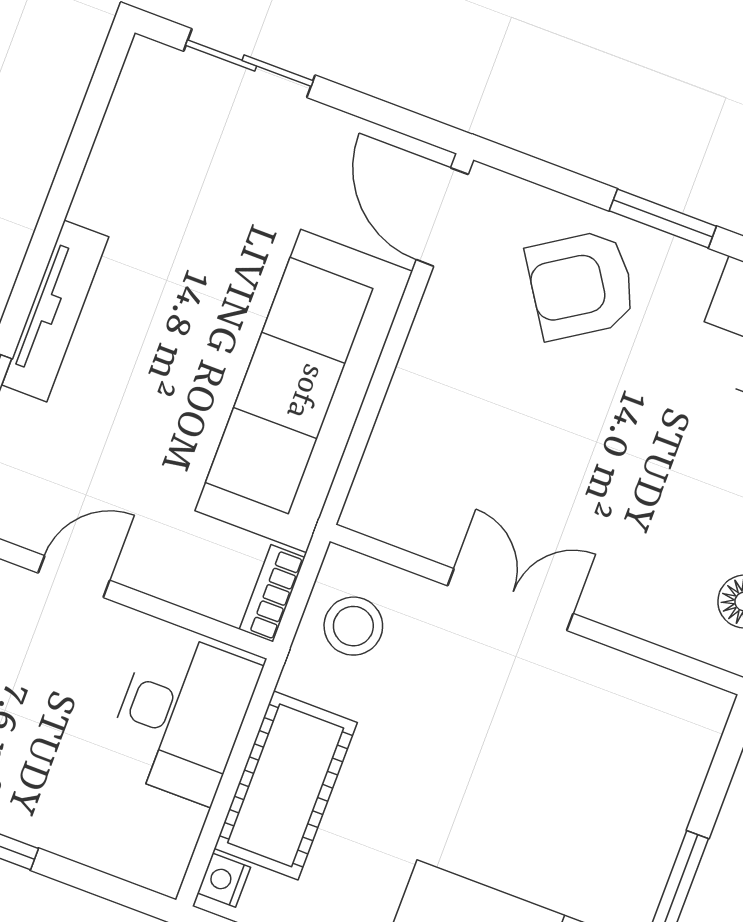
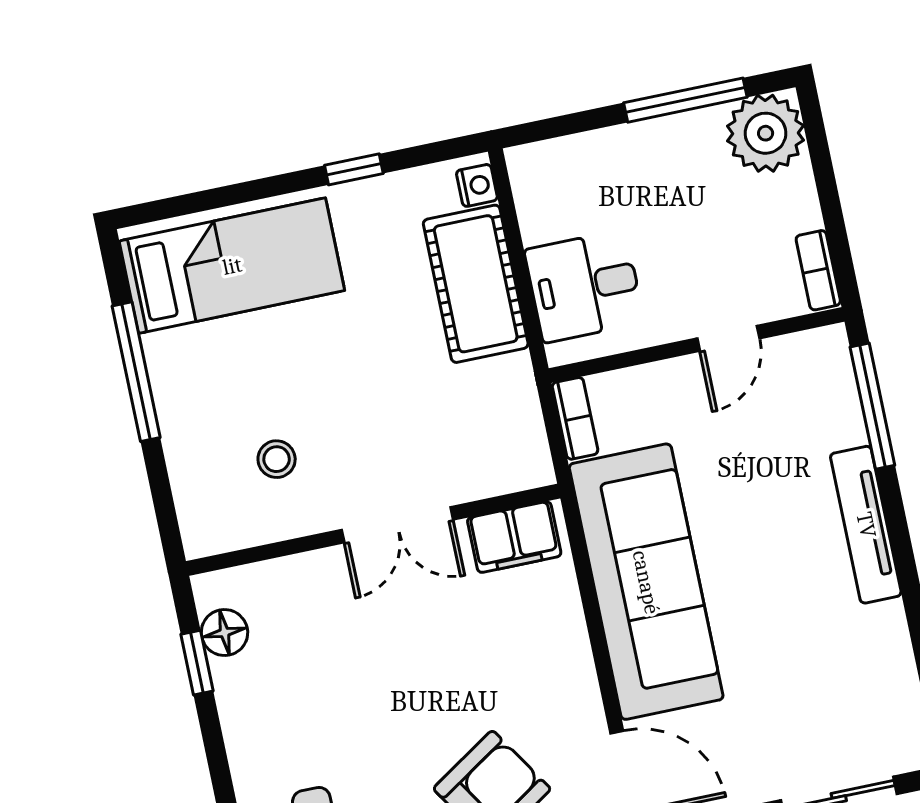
filing cabinet: (404, 516) -> (514, 537), added
stool: (353, 626) -> (277, 459), moved, width x0.73, depth x0.73
desk: (182, 716) -> (584, 286), width x0.73

